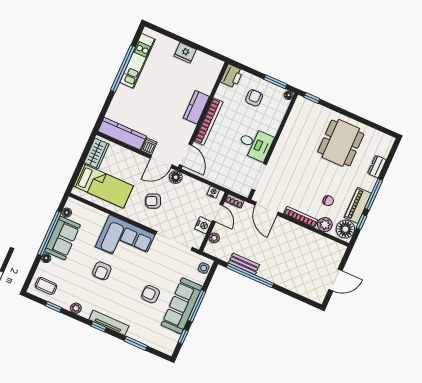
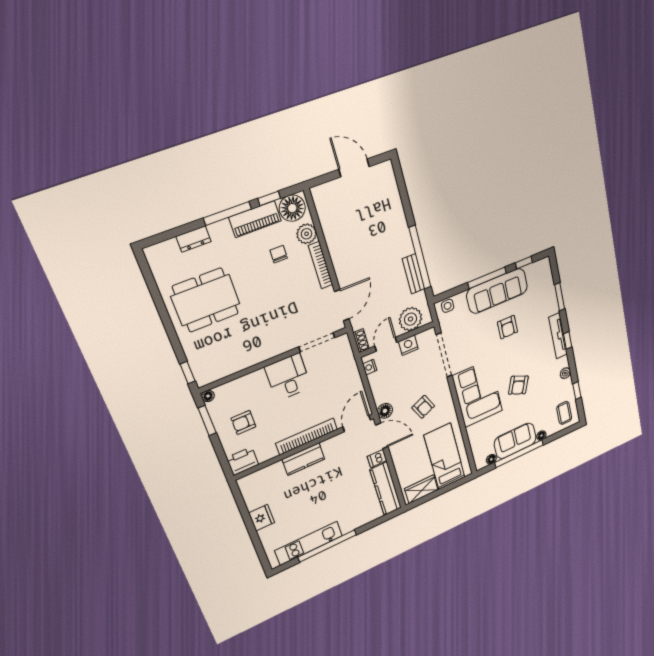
plant: (214, 238) -> (411, 319), width x1.87, depth x1.87
armchair: (102, 271) -> (518, 385), turned 113

